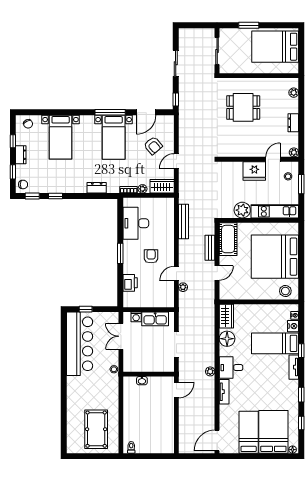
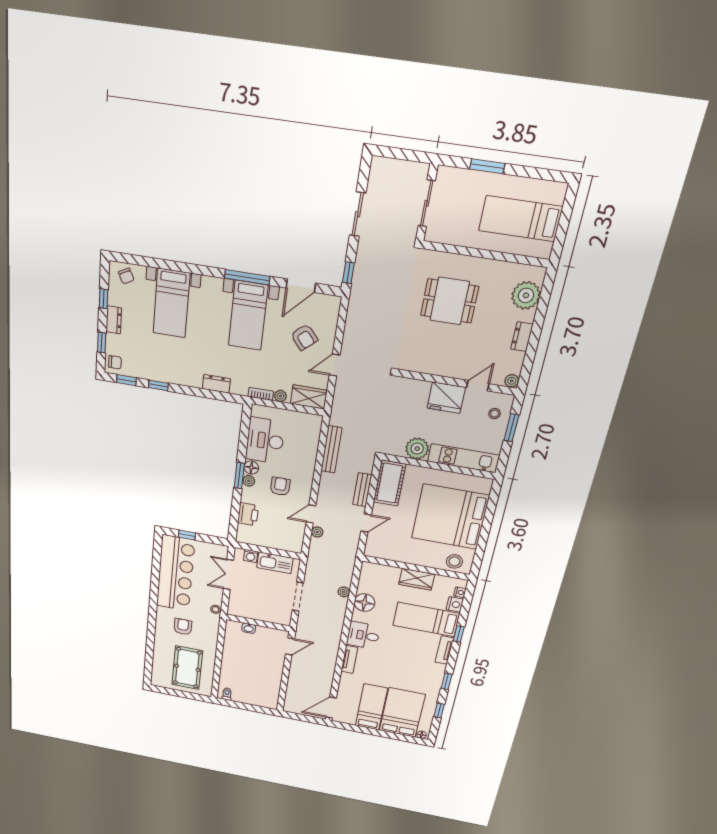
bed: (275, 47) -> (520, 219), width x0.67
plant: (294, 93) -> (526, 295), width x1.87, depth x1.87
floor lamp: (128, 246) -> (251, 468), added
plant: (128, 256) -> (249, 481), added
wardrobe: (226, 316) -> (417, 579), moved, turned 90
plant: (210, 371) -> (344, 592), moved
armchair: (89, 391) -> (183, 627), added

